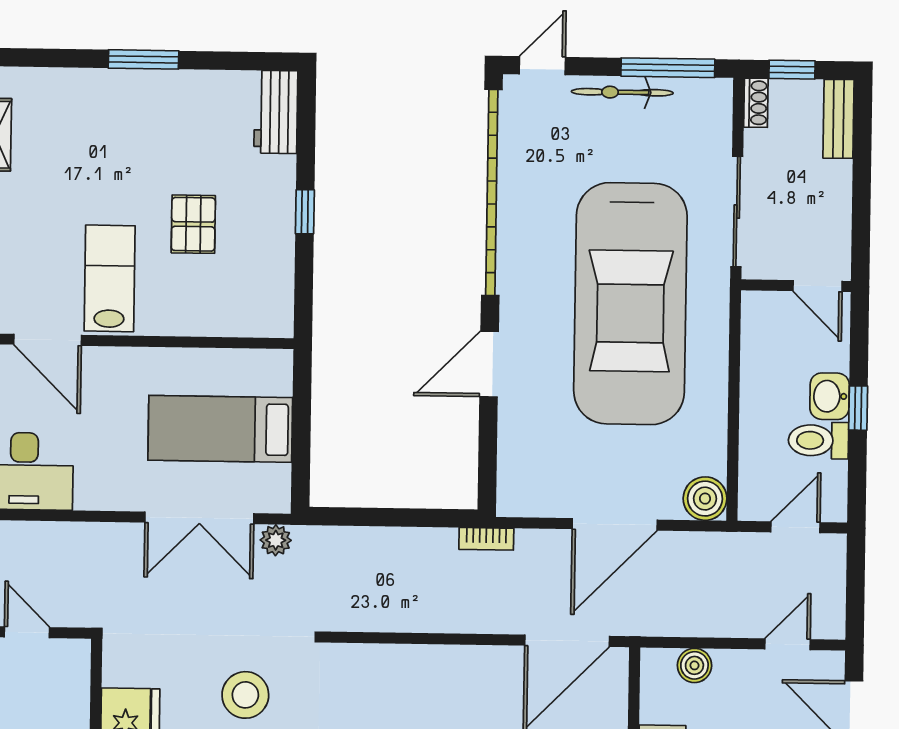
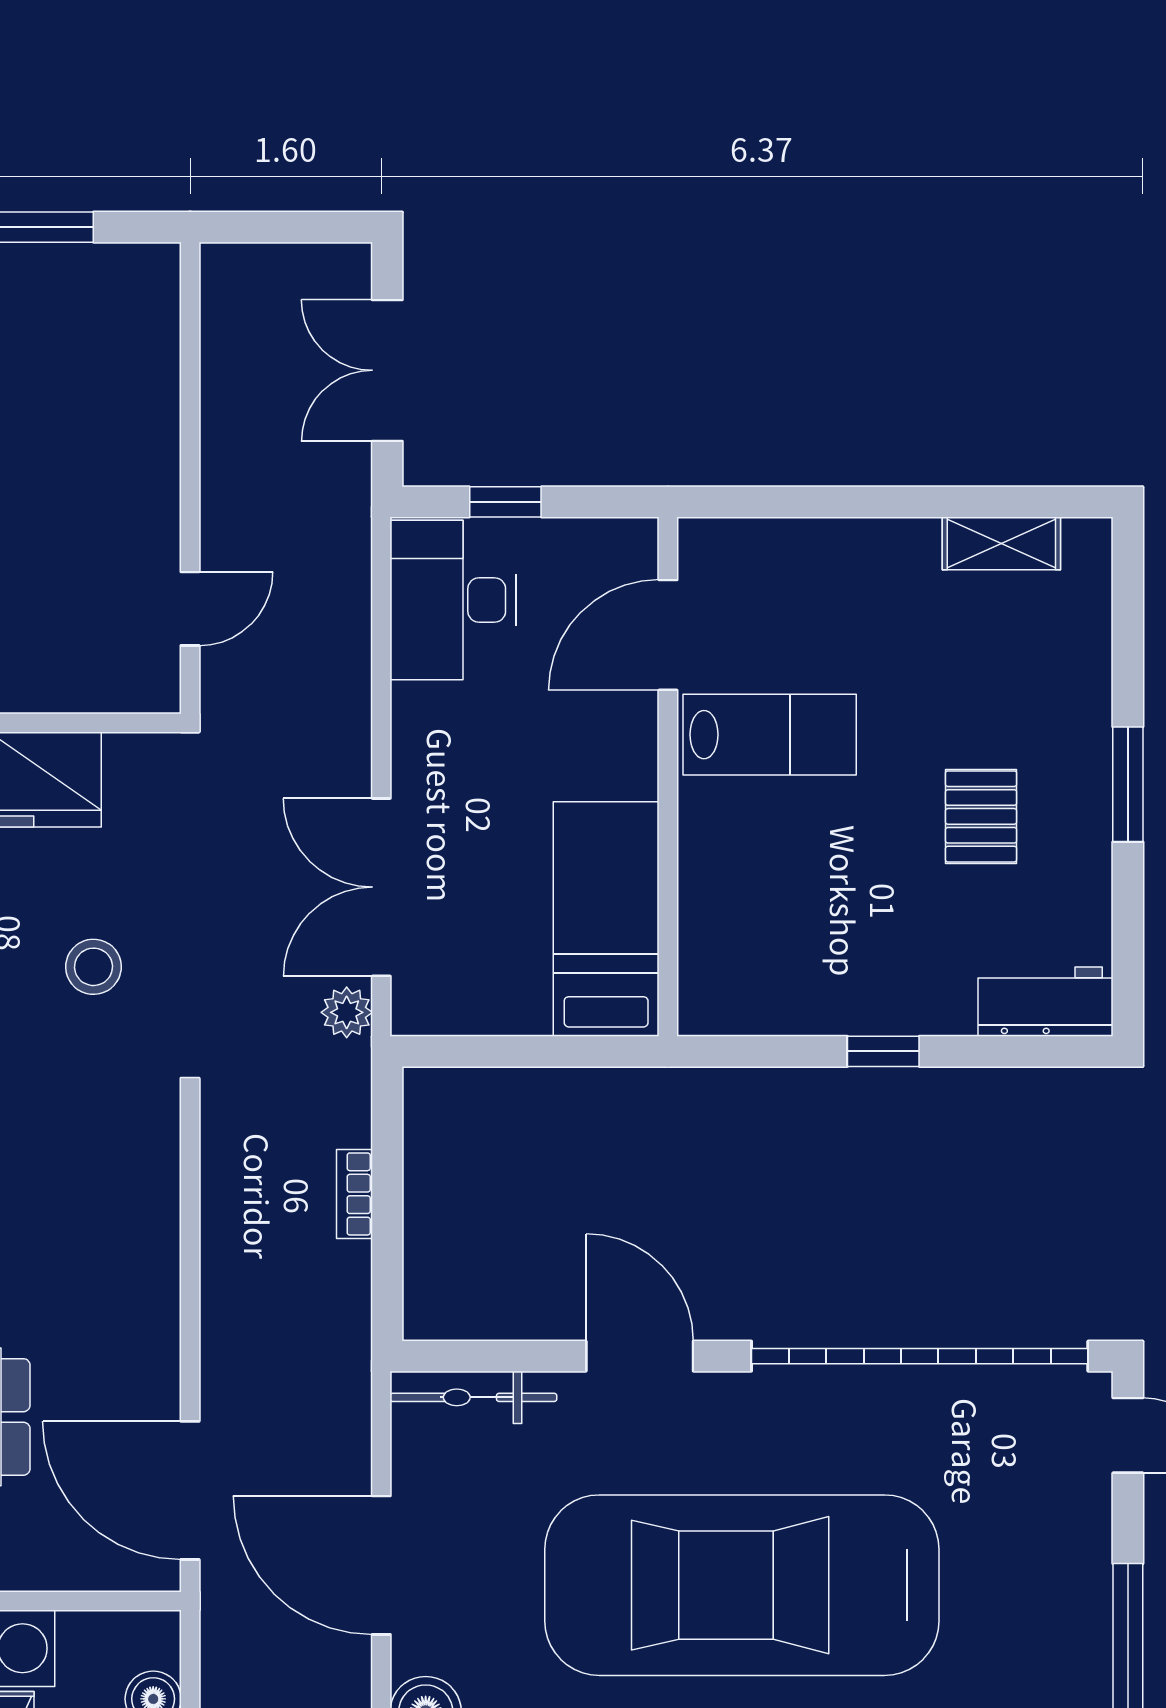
bicycle: (622, 92) -> (473, 1397), moved, turned -90
pallet: (193, 224) -> (981, 816), moved, turned 90
bed: (220, 429) -> (606, 919), moved
bookcase: (486, 539) -> (354, 1194), moved
stool: (245, 695) -> (93, 967), width x0.73, depth x0.73

